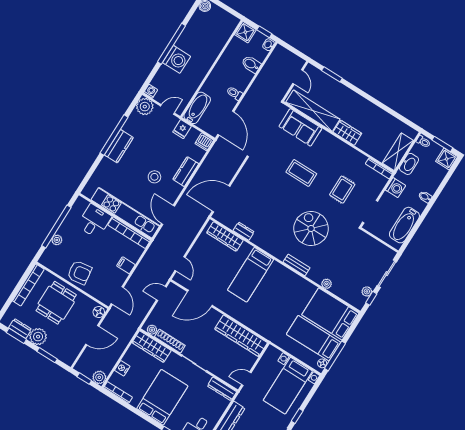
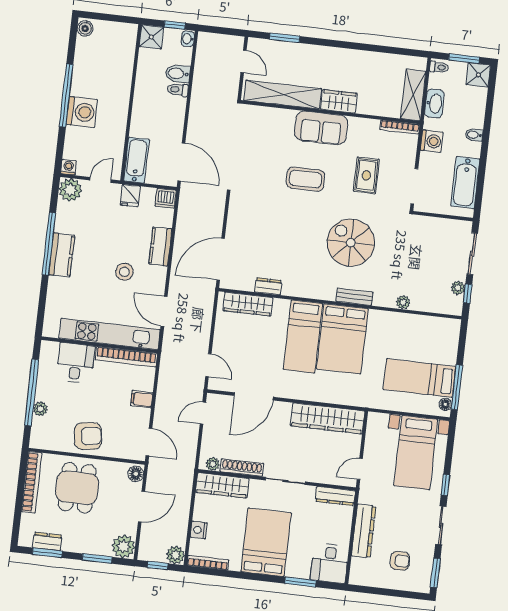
toilet: (234, 93) -> (178, 90), moved
sofa: (300, 127) -> (321, 128), moved
bed: (330, 314) -> (342, 339), moved, turned -90
plant: (38, 337) -> (123, 546), moved

